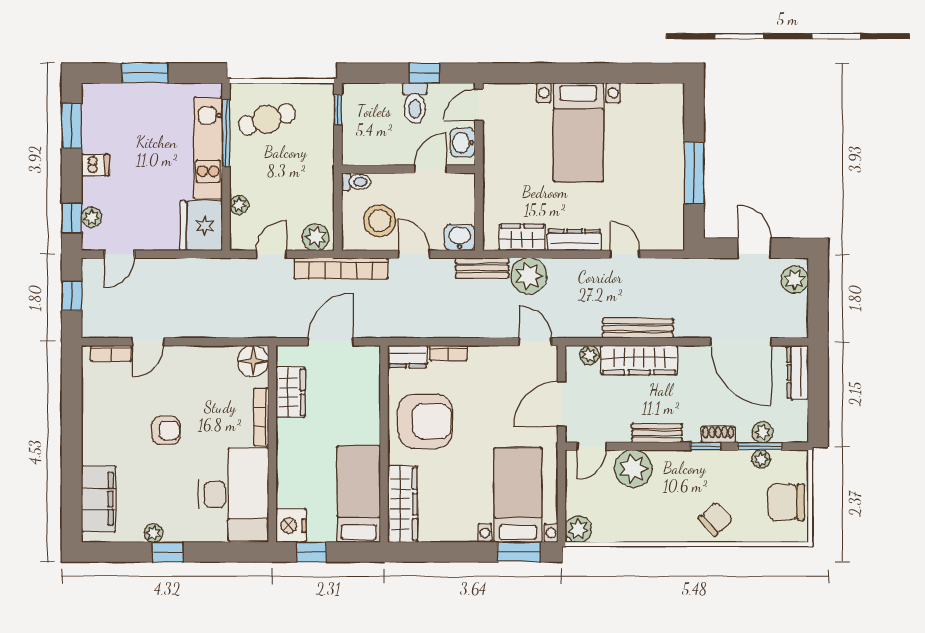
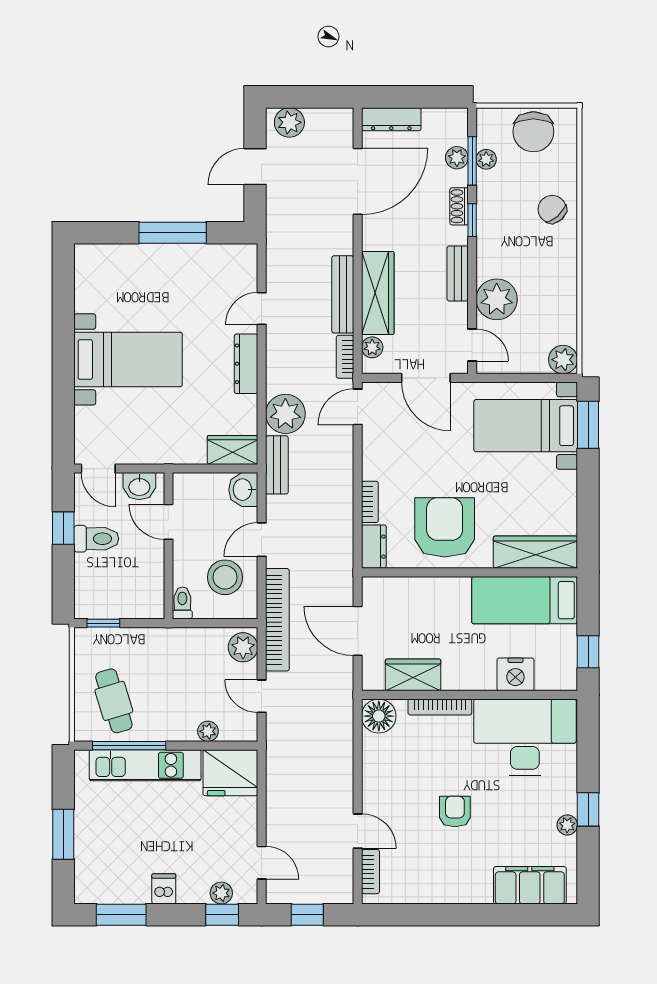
wardrobe: (522, 237) -> (233, 450), moved, turned 90
bookcase: (581, 330) -> (345, 357), added
nightstand: (291, 525) -> (515, 674), moved

